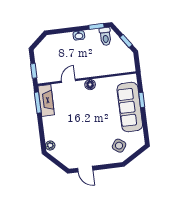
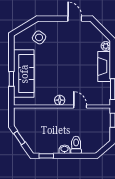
toilet: (105, 37) -> (76, 145), moved
door: (68, 81) -> (80, 106), swing flipped
fireplace: (46, 100) -> (104, 67), moved

